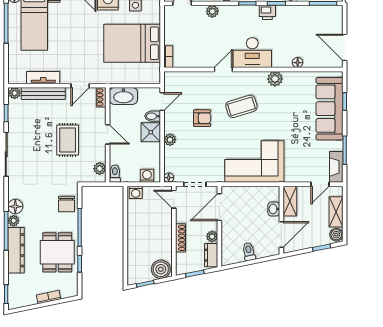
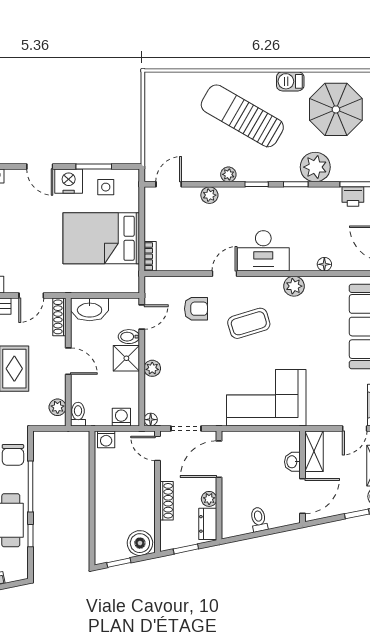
printer: (267, 12) -> (353, 196), moved
shoe rack: (101, 97) -> (59, 317), width x1.43
armchair: (202, 118) -> (196, 309), moved

